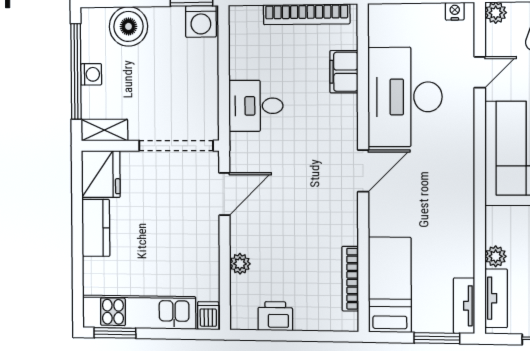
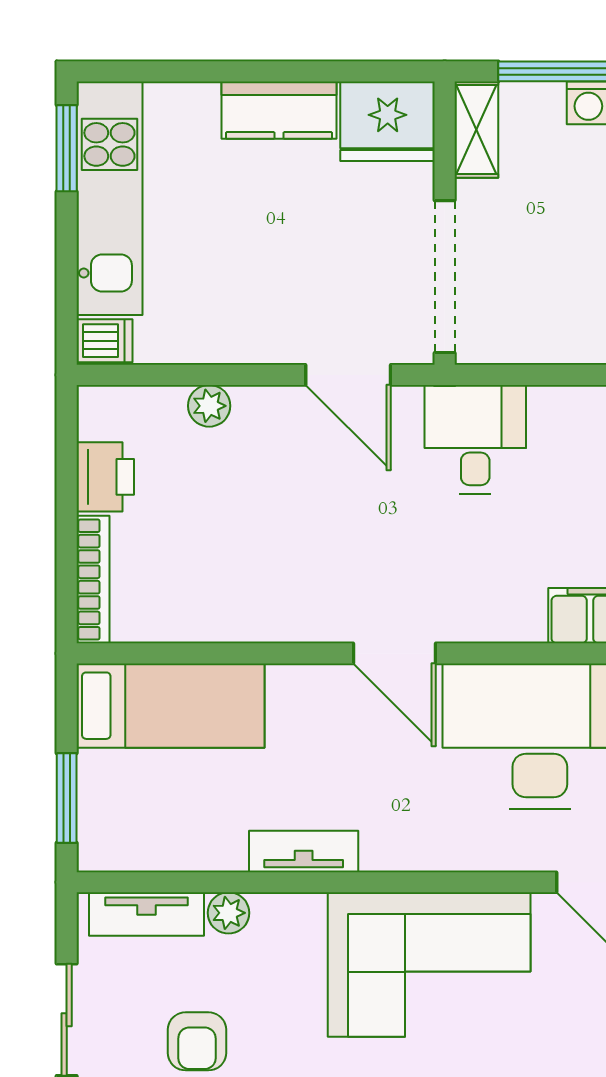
desk: (256, 106) -> (475, 439), moved
bookcase: (350, 279) -> (93, 579), moved, turned 90
tv unit: (464, 306) -> (304, 851), moved

